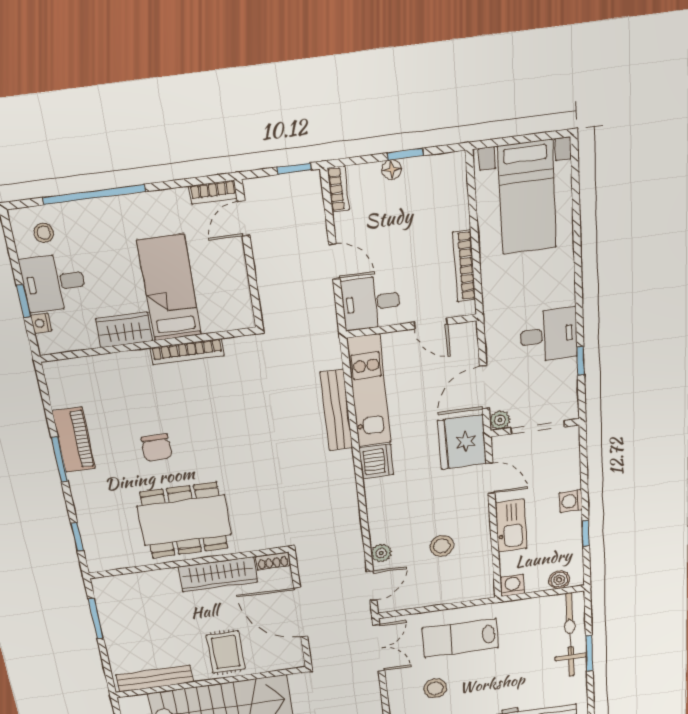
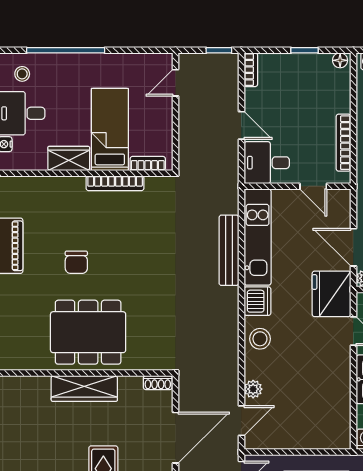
floor lamp: (392, 170) -> (340, 60), moved
bookcase: (213, 192) -> (148, 163), moved, turned 180
door: (484, 387) -> (353, 247), hinge flipped
stool: (442, 546) -> (260, 339), moved
wardrobe: (218, 574) -> (84, 388), moved
door: (301, 612) -> (176, 438), swing flipped

